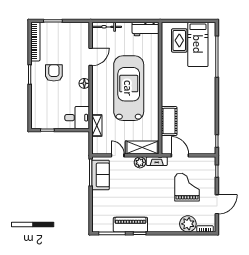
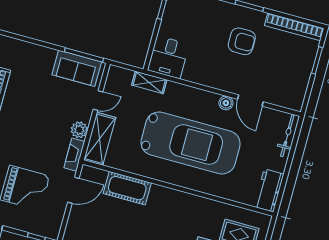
boiler: (97, 72) -> (226, 103), added
floor lamp: (84, 83) -> (215, 81), removed

